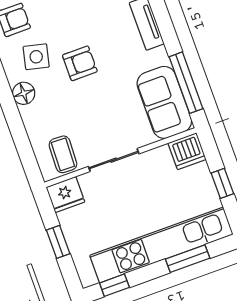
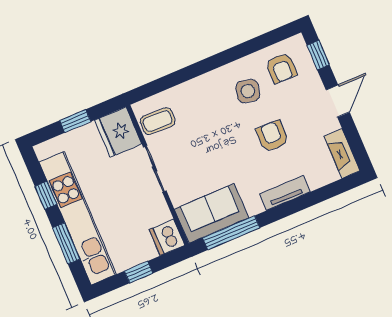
armchair: (80, 63) -> (272, 136), moved, turned 180
floor lamp: (24, 93) -> (213, 81), removed
fridge: (65, 195) -> (118, 132), width x1.36, depth x1.34
window: (114, 285) -> (46, 195), moved

